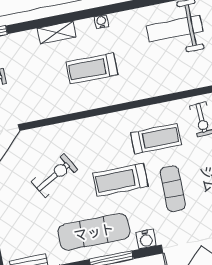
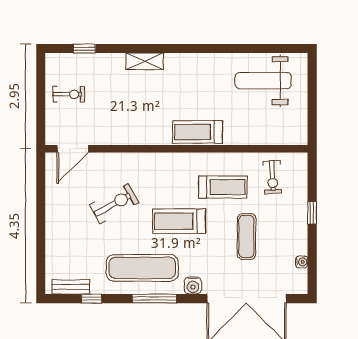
water cooler: (101, 22) -> (192, 59), removed
treadmill: (92, 69) -> (198, 132), moved
exercise mat: (173, 189) -> (247, 236), moved

